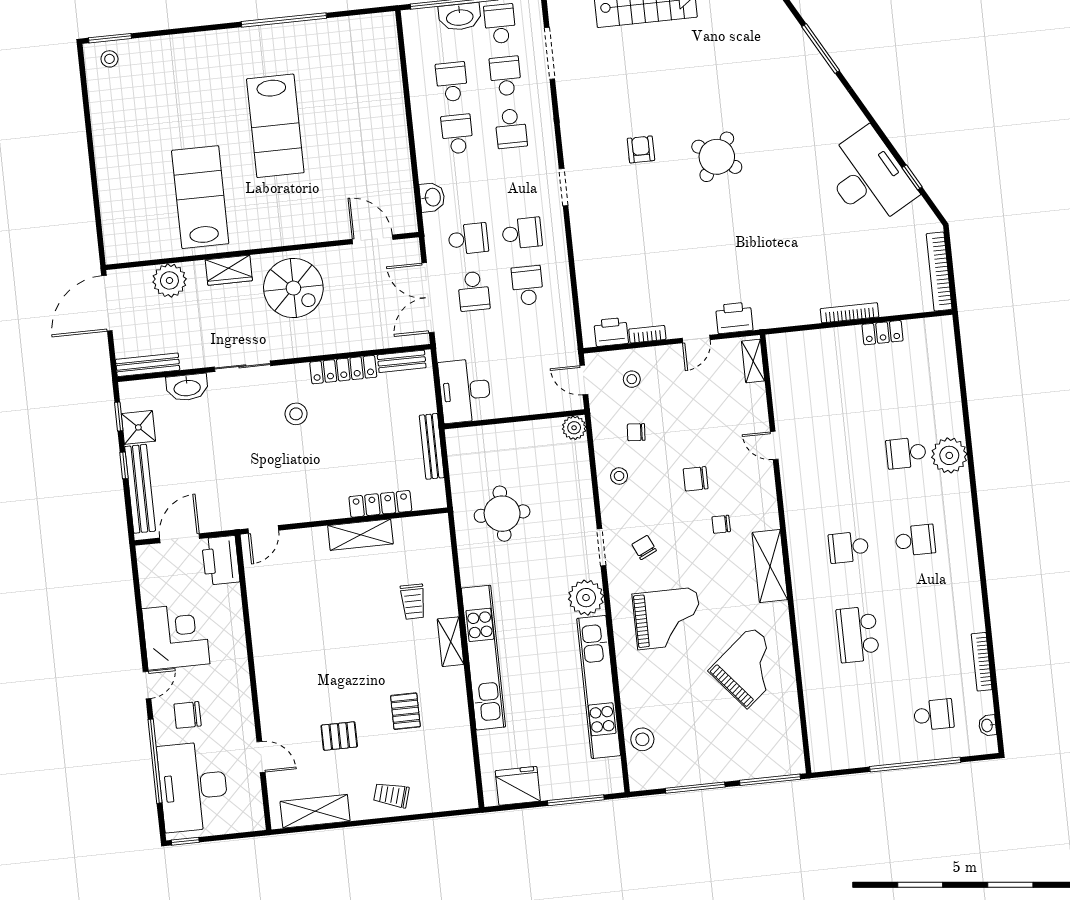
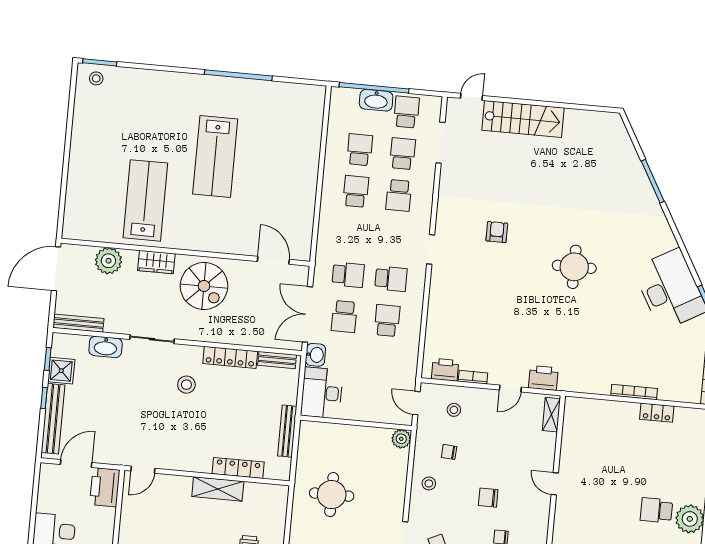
round table: (717, 157) -> (574, 267), moved, turned -35
washbasin: (432, 197) -> (315, 355), moved

